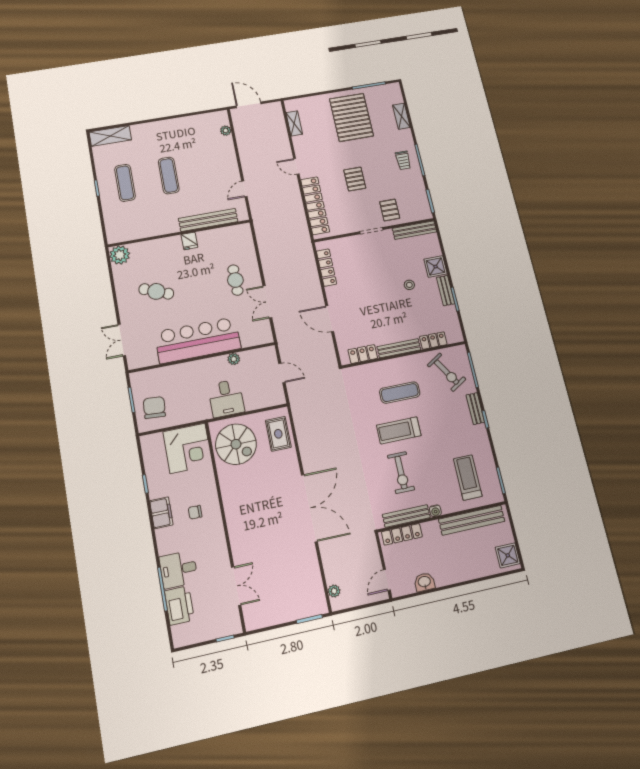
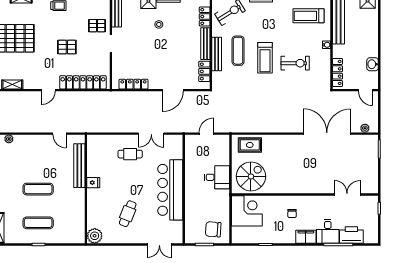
plant: (234, 359) -> (189, 166), removed
double door: (309, 508) -> (327, 134), moved
filing cabinet: (161, 513) -> (306, 237), moved
bench: (406, 516) -> (217, 54), moved

